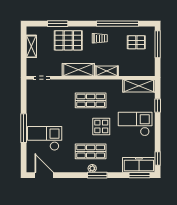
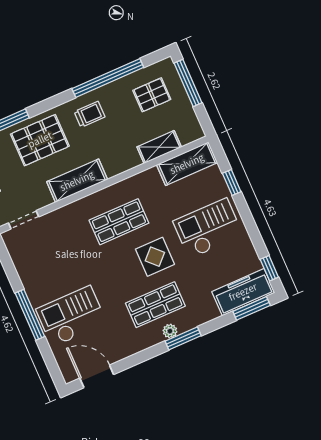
shelving: (107, 71) -> (159, 147), moved

